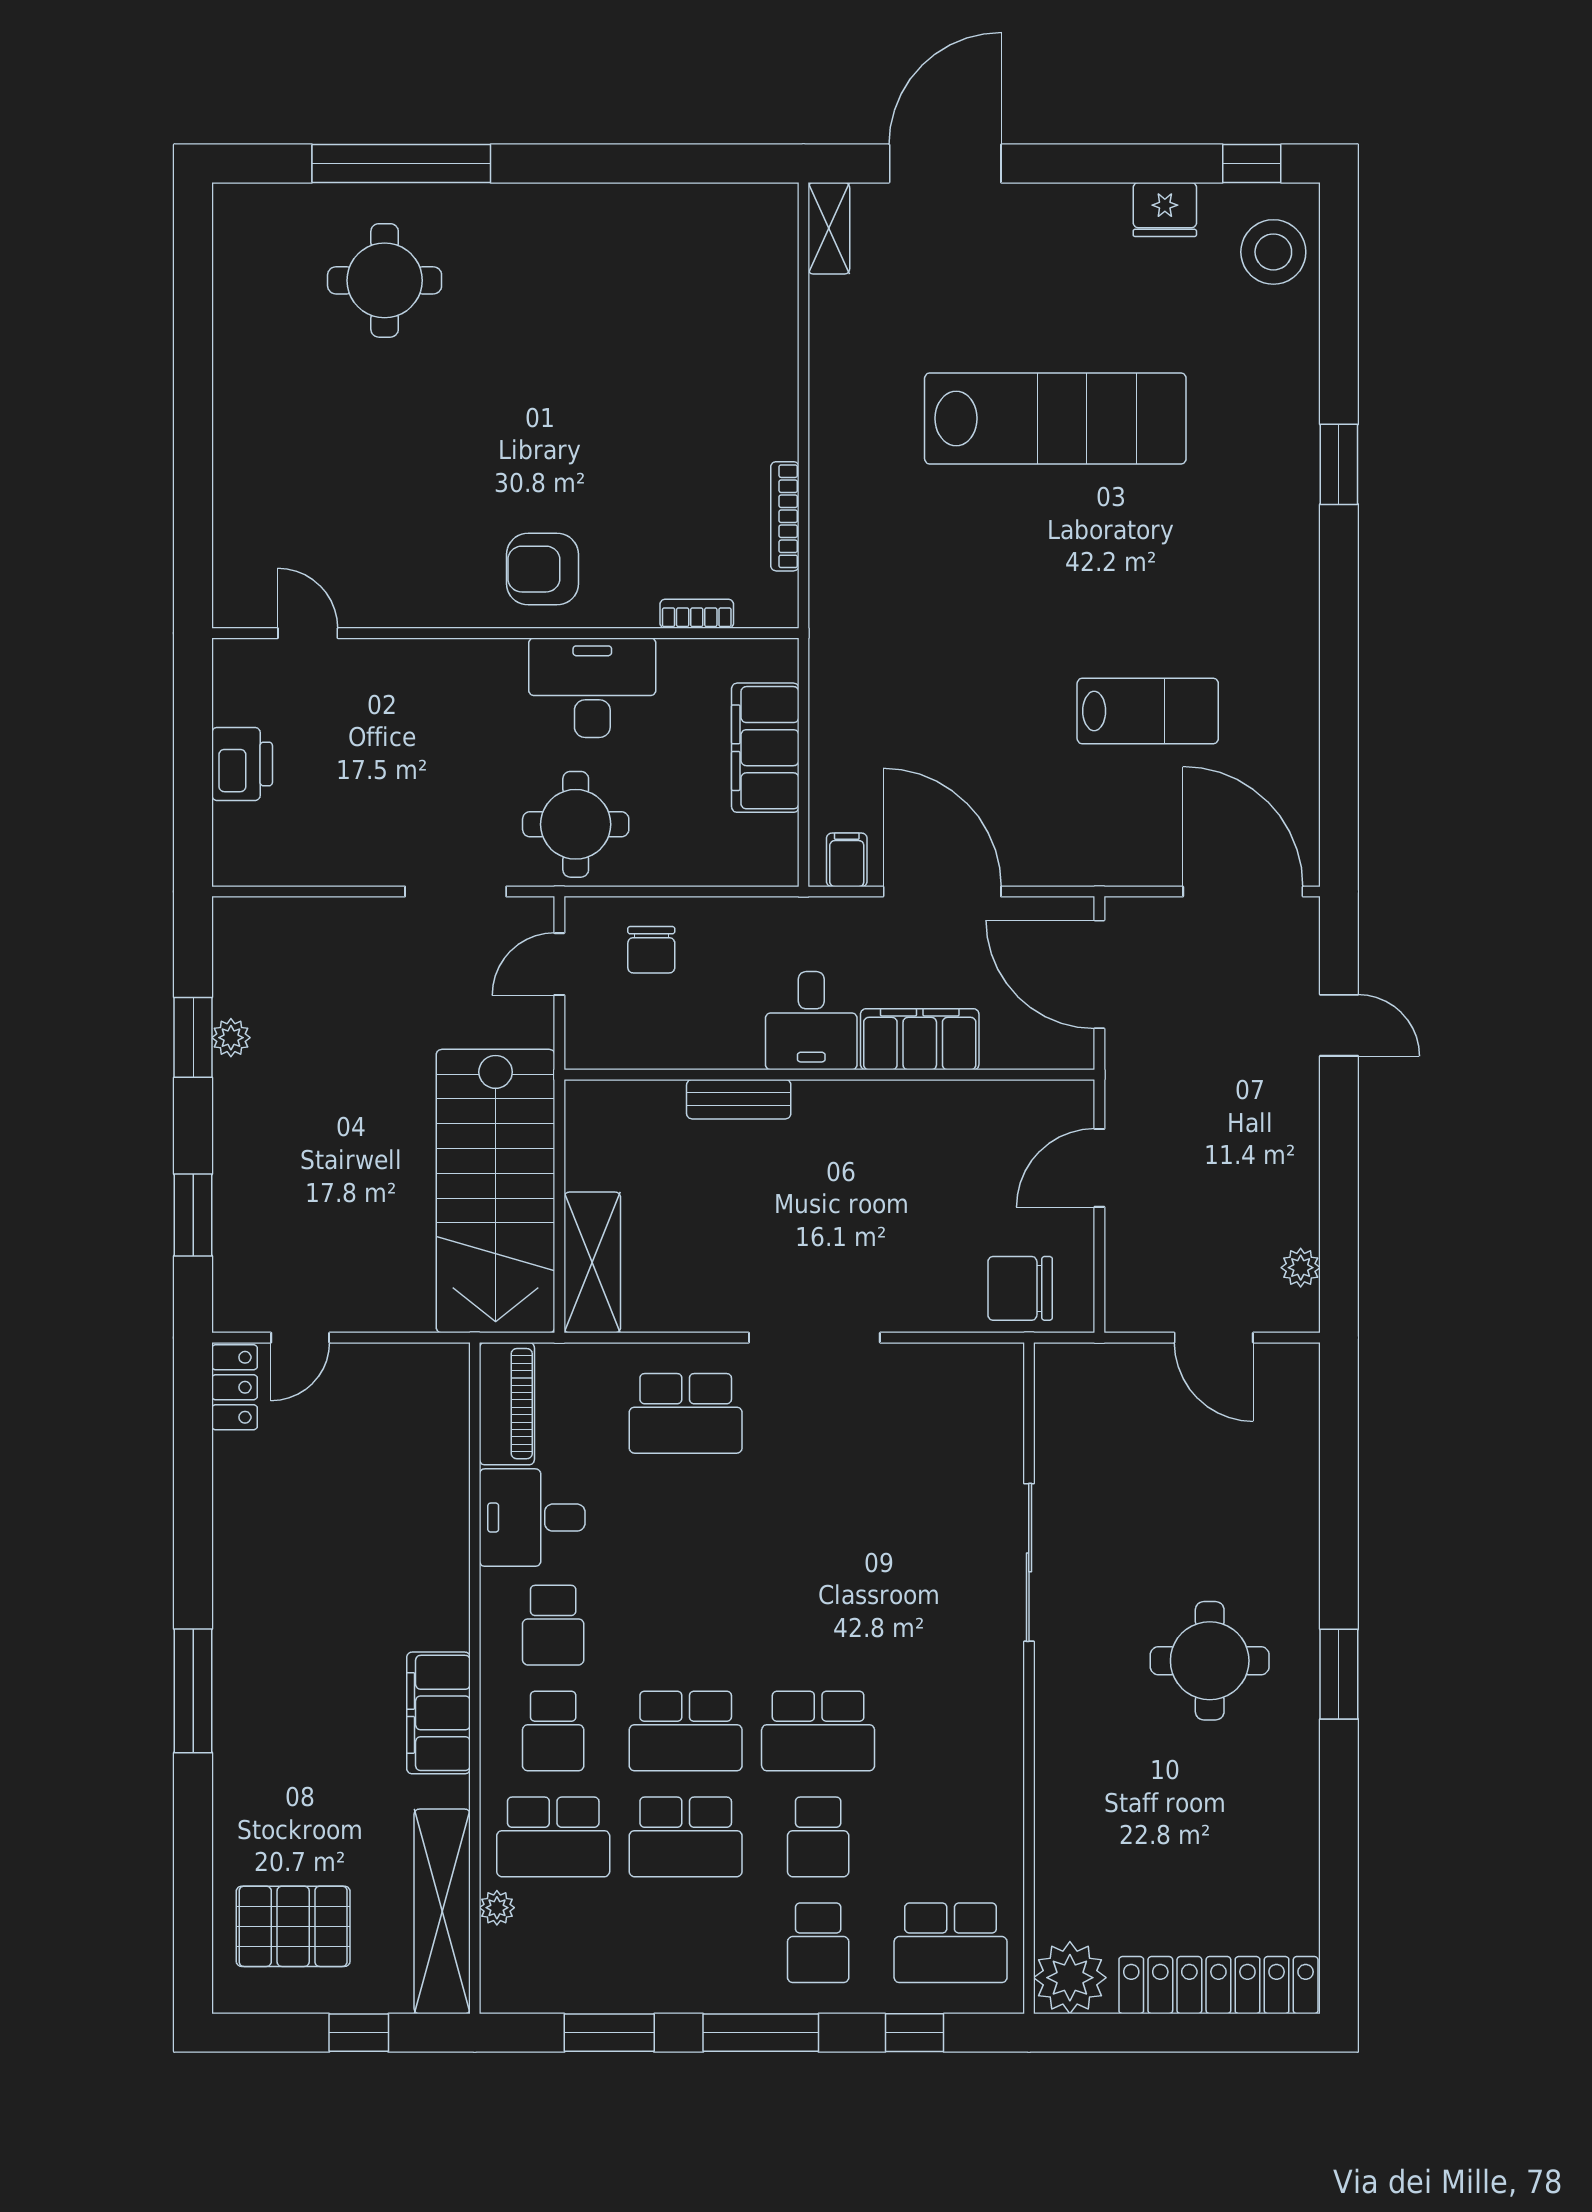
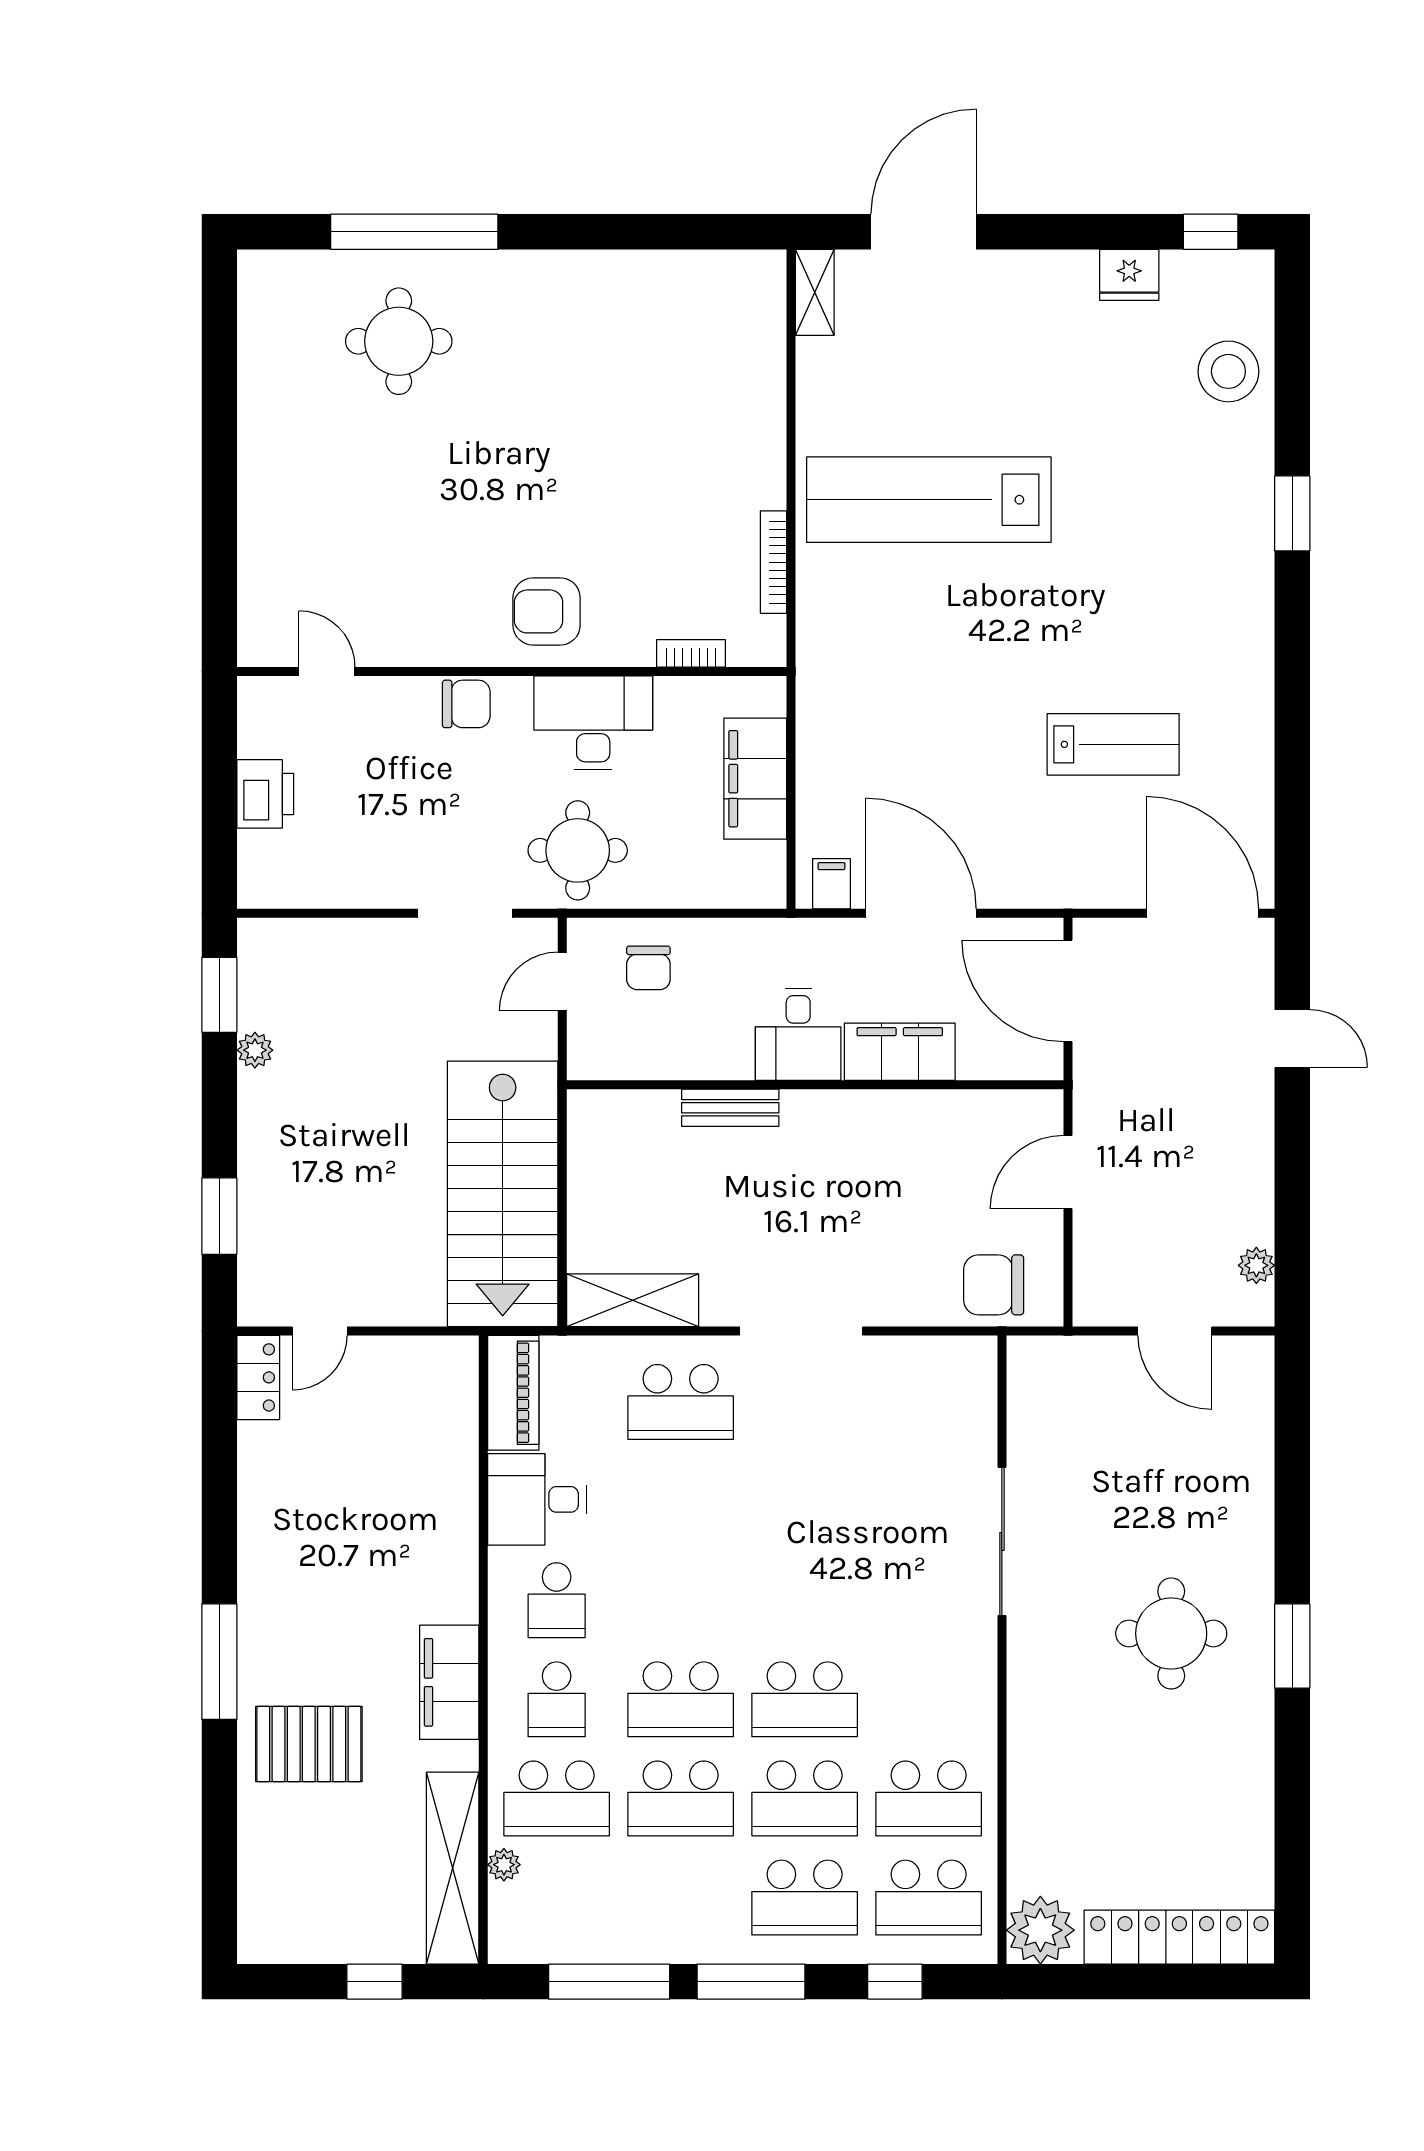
stool: (1273, 252) -> (1228, 371), moved
lab bench: (1055, 418) -> (929, 500), moved, turned 180
chair: (457, 668) -> (466, 704), added
window: (193, 1037) -> (219, 995), moved
shelving: (592, 1262) -> (633, 1300), moved, turned 90
school desk: (818, 1837) -> (805, 1798), width x1.85
school desk: (951, 1837) -> (929, 1798), added
pallet: (293, 1926) -> (309, 1744), moved
school desk: (818, 1943) -> (805, 1898), width x1.85
window: (609, 2033) -> (609, 1982), width x1.44

